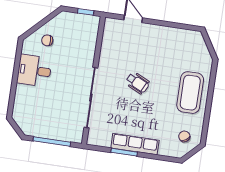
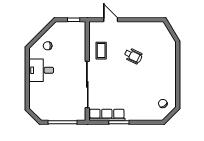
wheelchair: (137, 83) -> (133, 56), moved
coffee table: (190, 93) -> (101, 51), moved, width x0.54, depth x0.58
row of seats: (135, 144) -> (107, 115), moved

